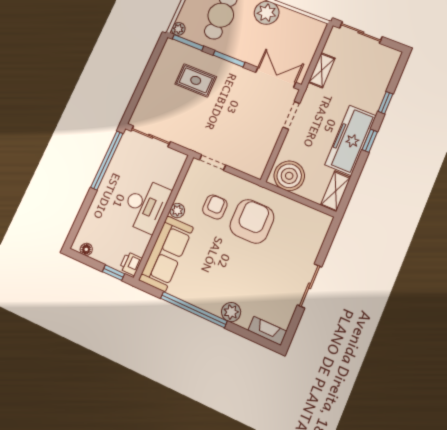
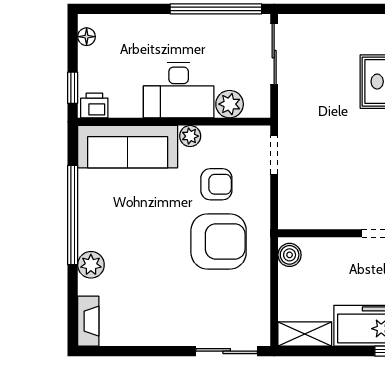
boiler: (289, 176) -> (290, 255), width x0.54, depth x0.54
plant: (169, 177) -> (230, 104), added
sliding door: (310, 286) -> (227, 351), moved

